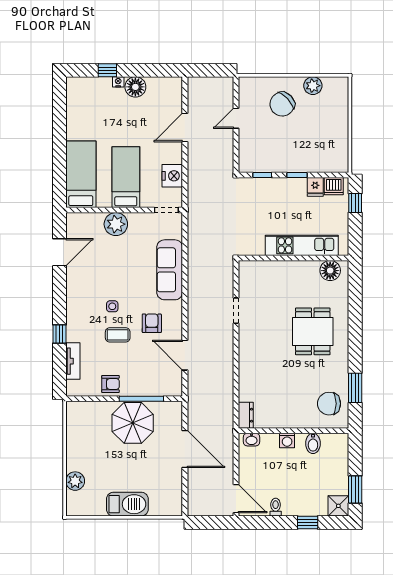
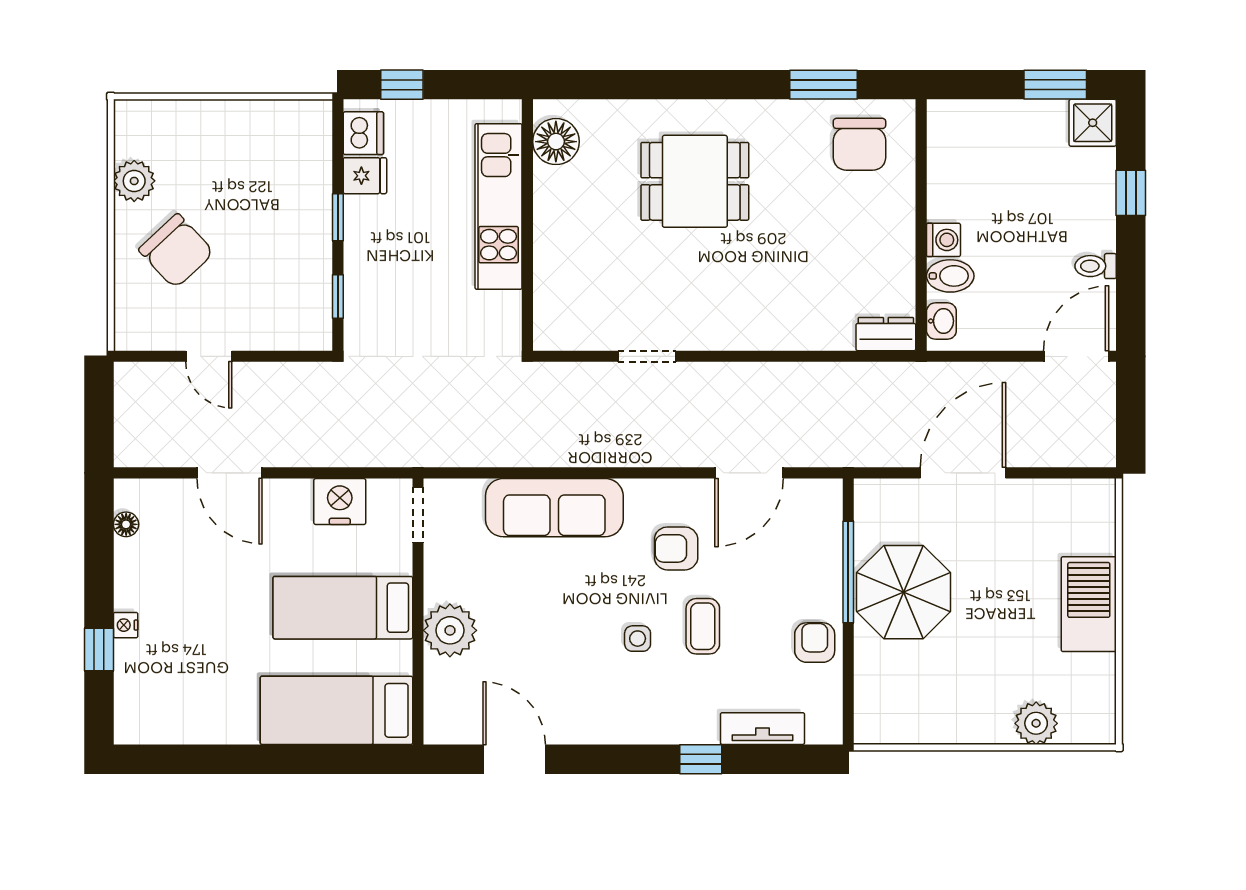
floor lamp: (135, 87) -> (126, 524), moved, width x0.53, depth x0.53
bidet: (313, 443) -> (950, 276), moved

